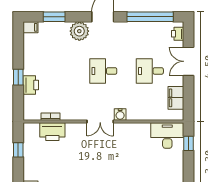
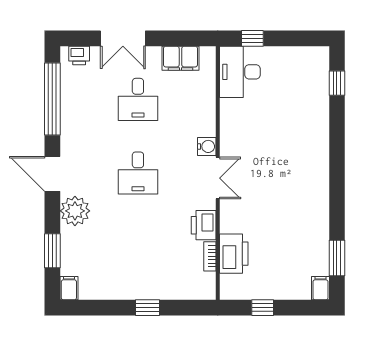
printer: (31, 85) -> (204, 225), moved, turned -90

